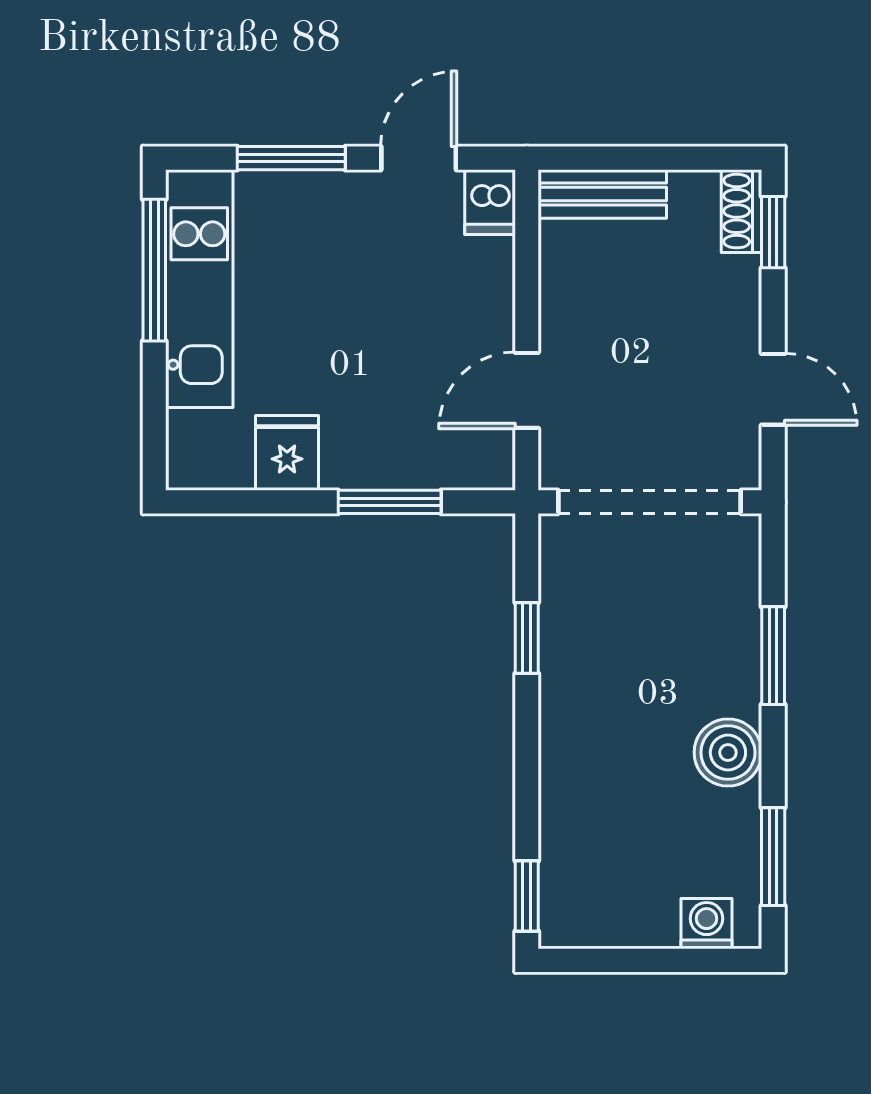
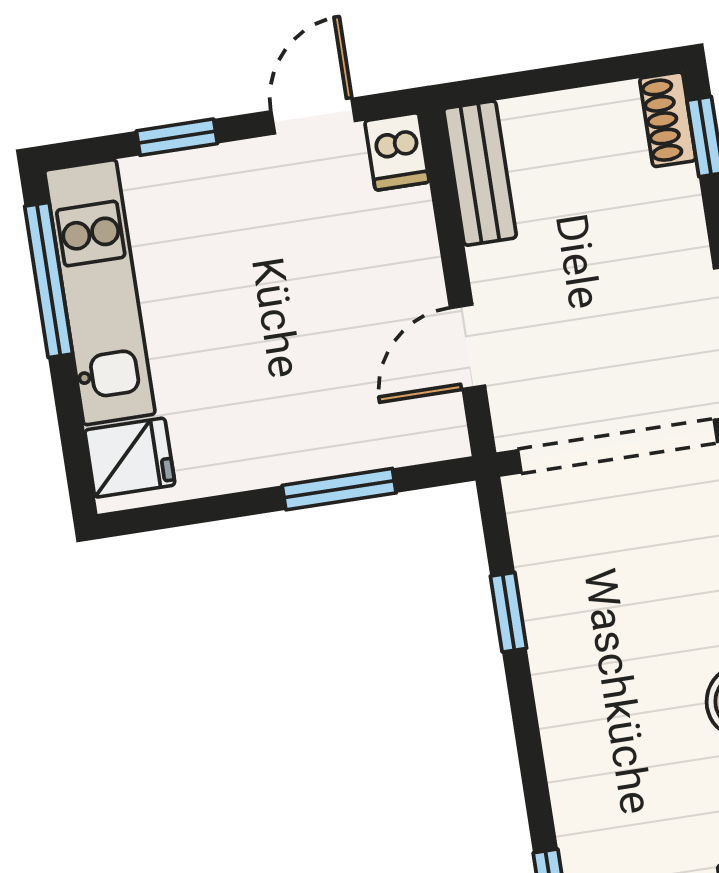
window: (291, 158) -> (177, 137), width x0.67
bench: (602, 194) -> (480, 173), moved, turned 90
fridge: (287, 453) -> (130, 458), moved, turned 90

